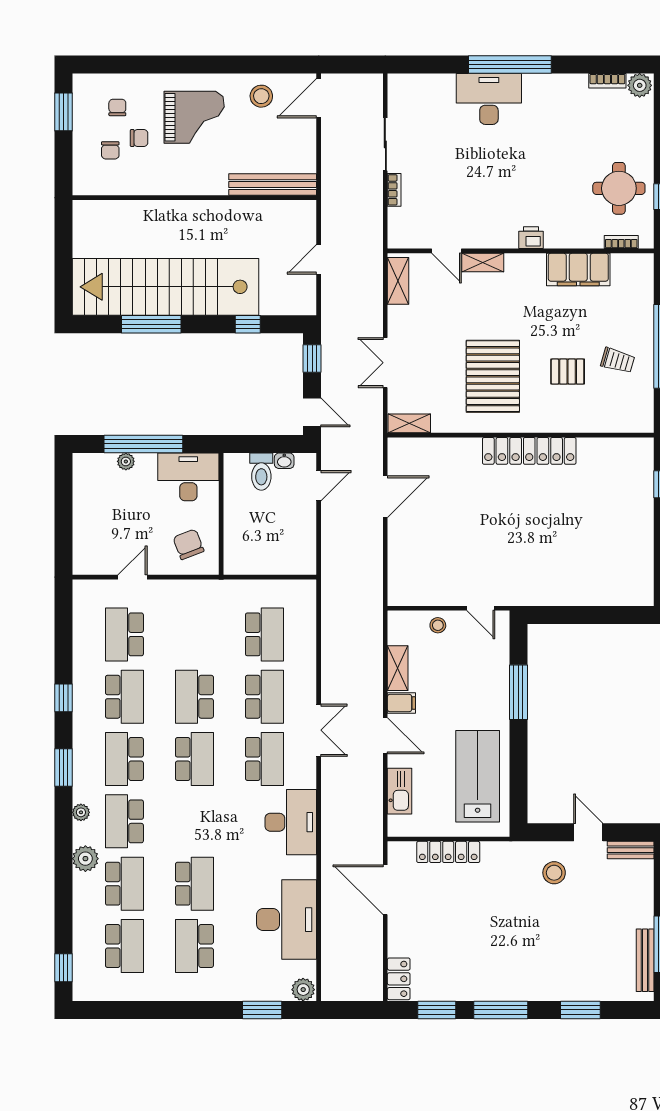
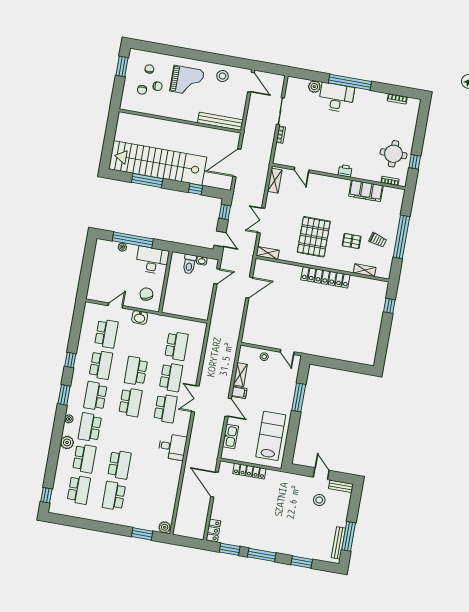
plant: (640, 85) -> (314, 87), moved
door: (319, 98) -> (251, 82), swing flipped
door: (319, 259) -> (237, 163), width x1.87
shelving: (483, 263) -> (365, 270), moved
washbasin: (183, 592) -> (140, 317), added
school desk: (124, 634) -> (106, 334), turned 180
double door: (319, 730) -> (195, 399), swing flipped
desk: (291, 822) -> (172, 447), width x0.73
stool: (554, 873) -> (319, 500), moved
desk: (287, 920) -> (162, 491), removed

